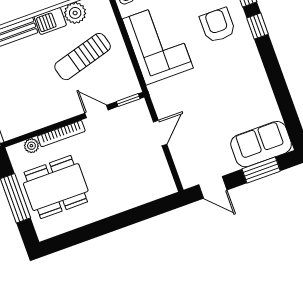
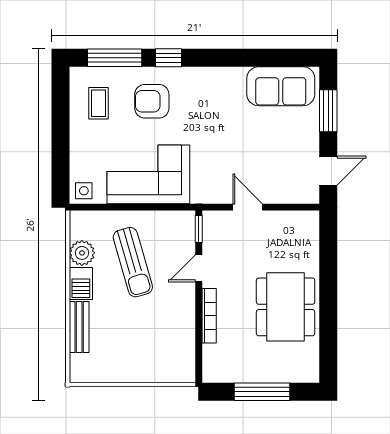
sofa: (261, 144) -> (281, 86), moved, turned -90
plant: (31, 146) -> (211, 353), removed
dining table: (56, 187) -> (286, 307), moved

